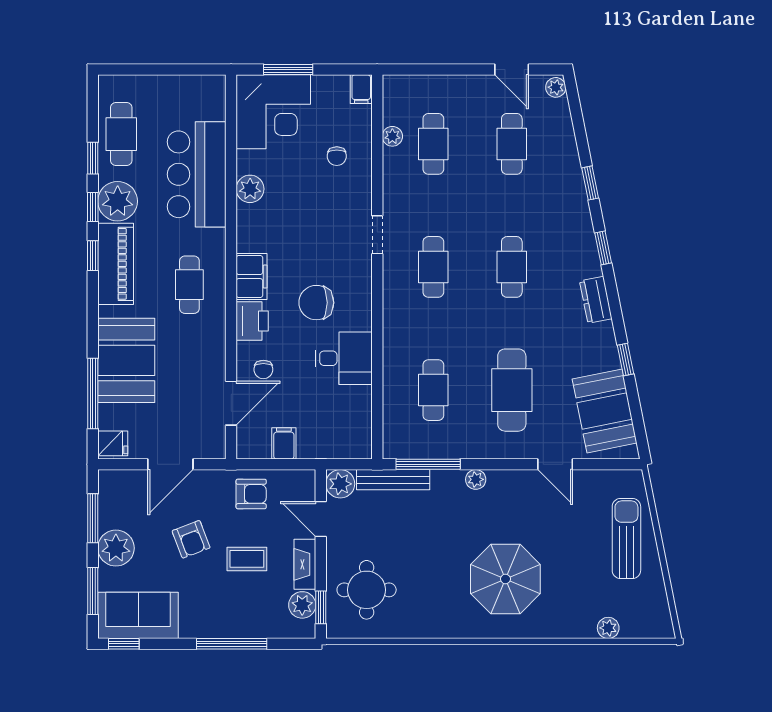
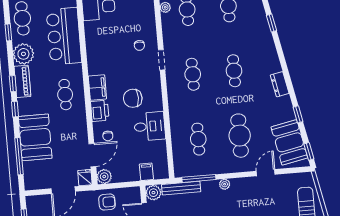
chair: (337, 156) -> (139, 45), moved
plant: (250, 189) -> (104, 177), moved
window: (93, 207) -> (15, 109), moved
window: (603, 248) -> (309, 151), moved
piano: (116, 264) -> (22, 81), width x0.73, depth x0.75
fridge: (113, 443) -> (85, 178), moved, turned -90
filing cabinet: (284, 443) -> (146, 172), moved
door: (555, 464) -> (266, 173), swing flipped

